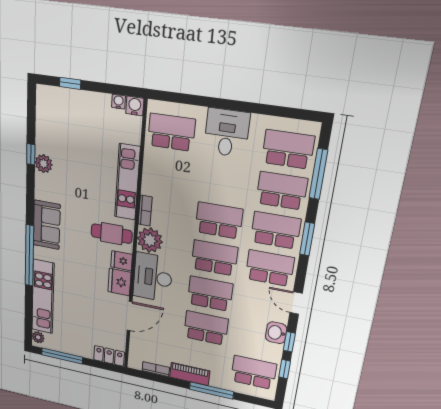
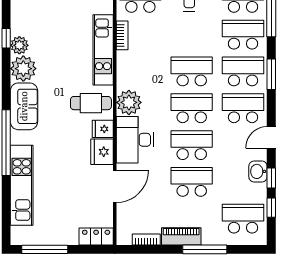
bookcase: (145, 211) -> (122, 35), moved
door: (296, 303) -> (271, 137), hinge flipped
plant: (38, 337) -> (23, 69), moved, width x1.87, depth x1.87

